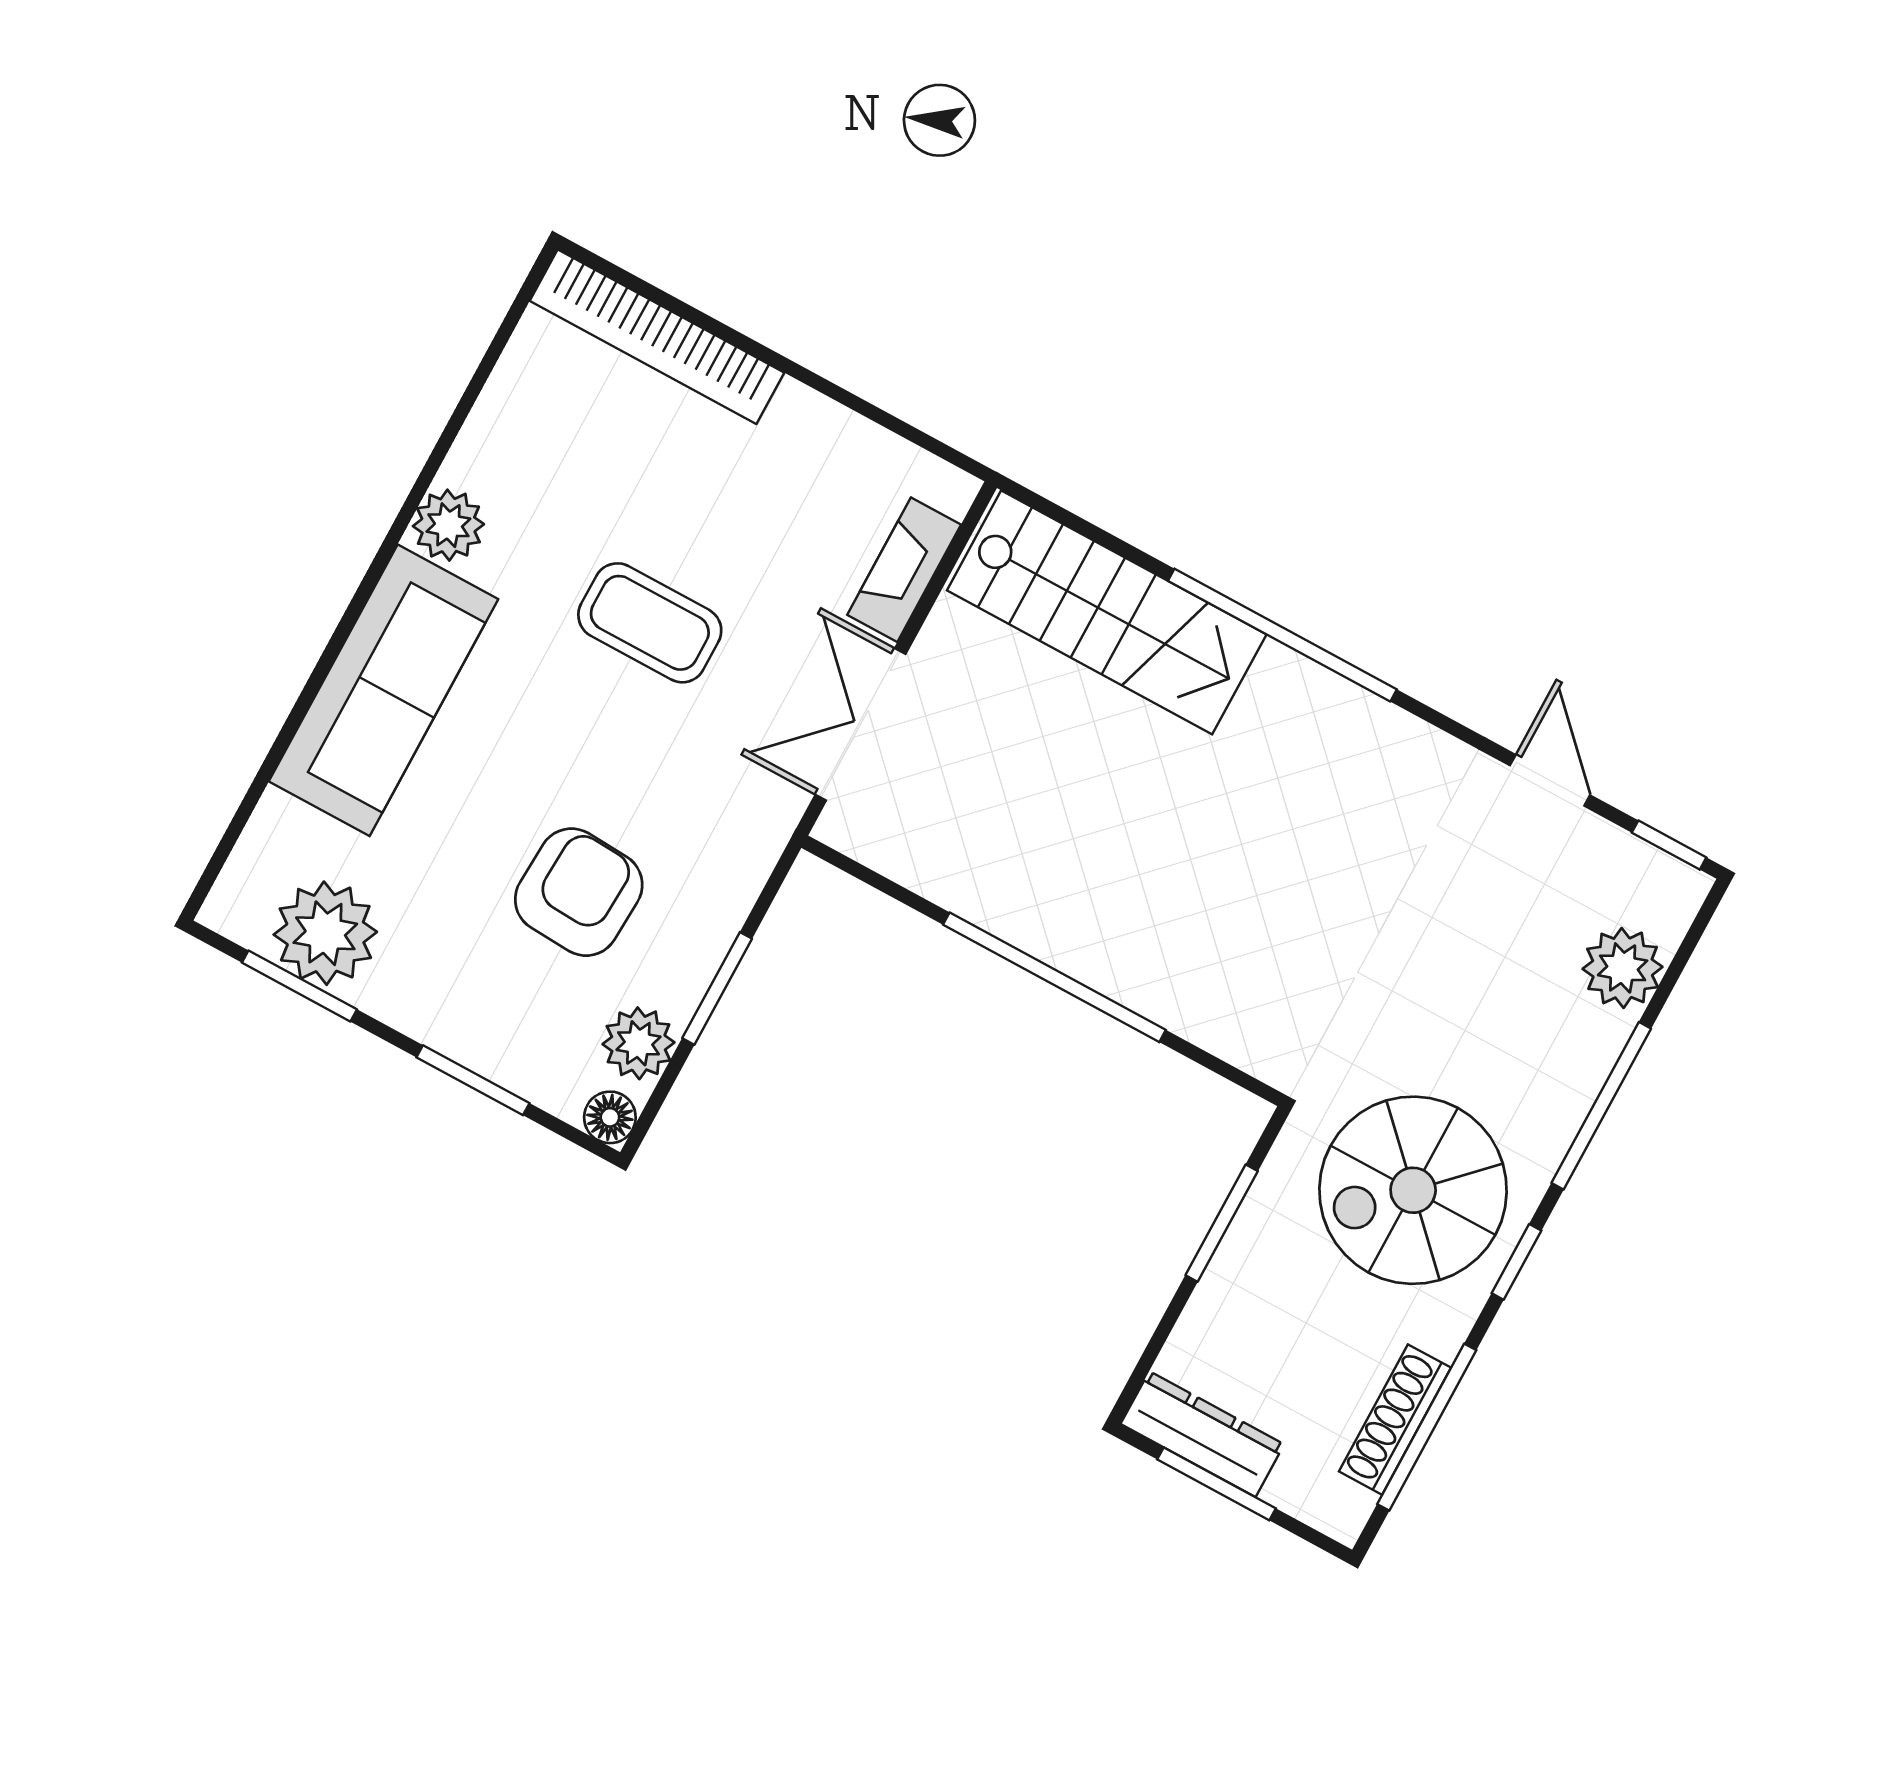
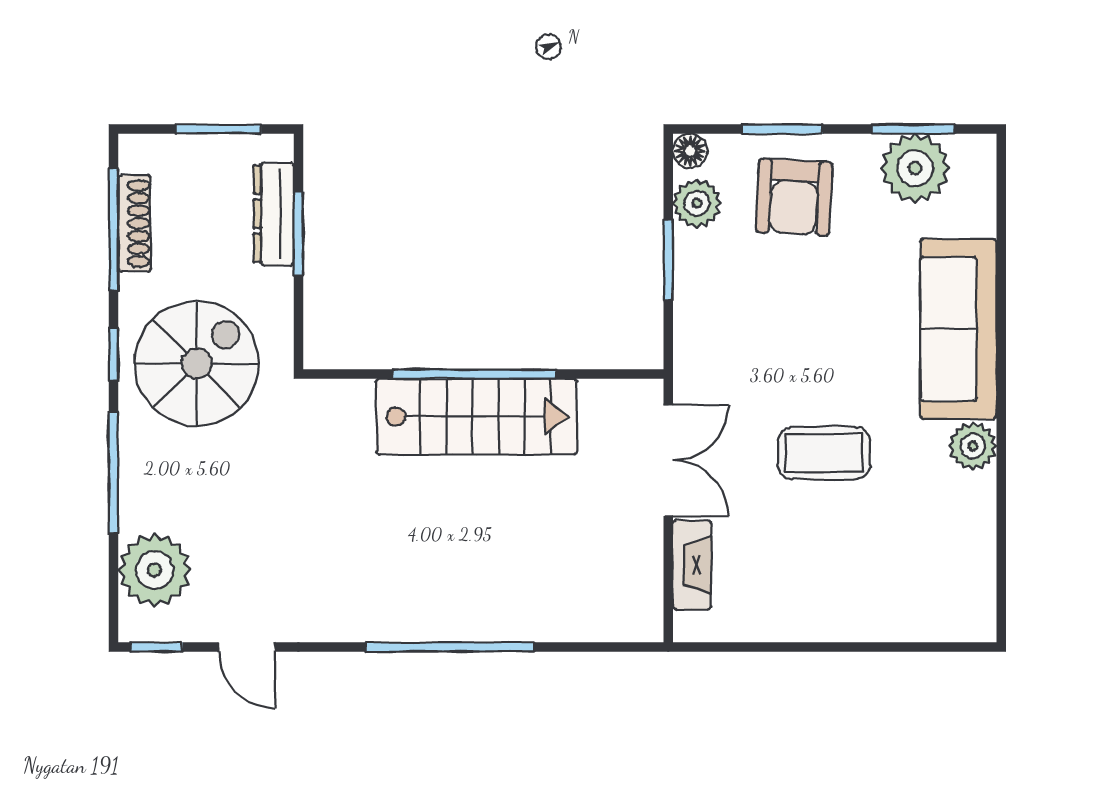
bookcase: (657, 337) -> (911, 623), removed
stairs: (1107, 612) -> (476, 417), moved, turned 180
armchair: (579, 892) -> (794, 197), moved
plant: (1623, 968) -> (154, 570), width x1.36, depth x1.36
window: (1222, 1223) -> (298, 233), moved
dresser: (1202, 1434) -> (274, 214), moved, turned 90

